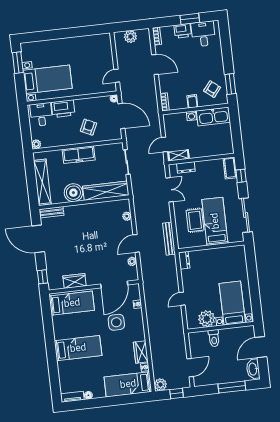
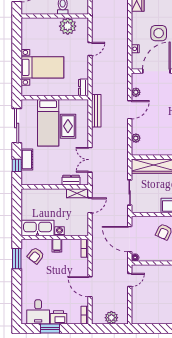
cot: (230, 168) -> (27, 160), moved
bed with nightstands: (232, 303) -> (42, 67), moved, turned -90

